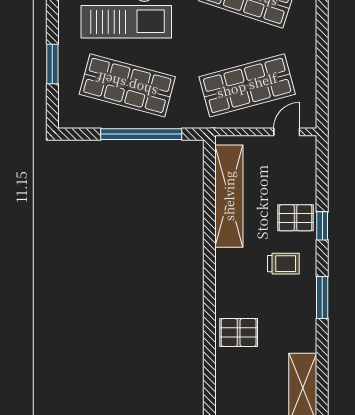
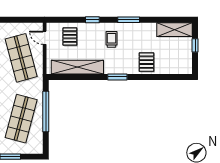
pallet: (295, 218) -> (70, 37), moved
window: (209, 275) -> (117, 77), added

